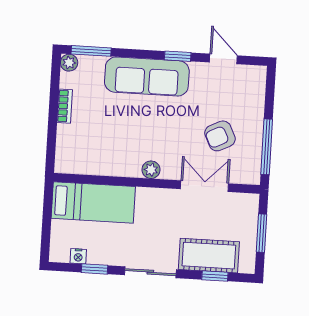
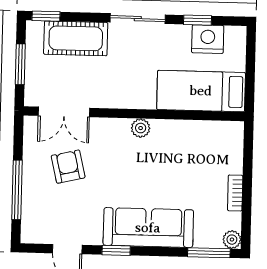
armchair: (220, 136) -> (68, 167), turned -77
window: (267, 147) -> (17, 190), moved
double door: (205, 186) -> (64, 112), moved
nightstand: (78, 256) -> (208, 39), width x1.89, depth x1.79
window: (215, 276) -> (46, 16), moved

